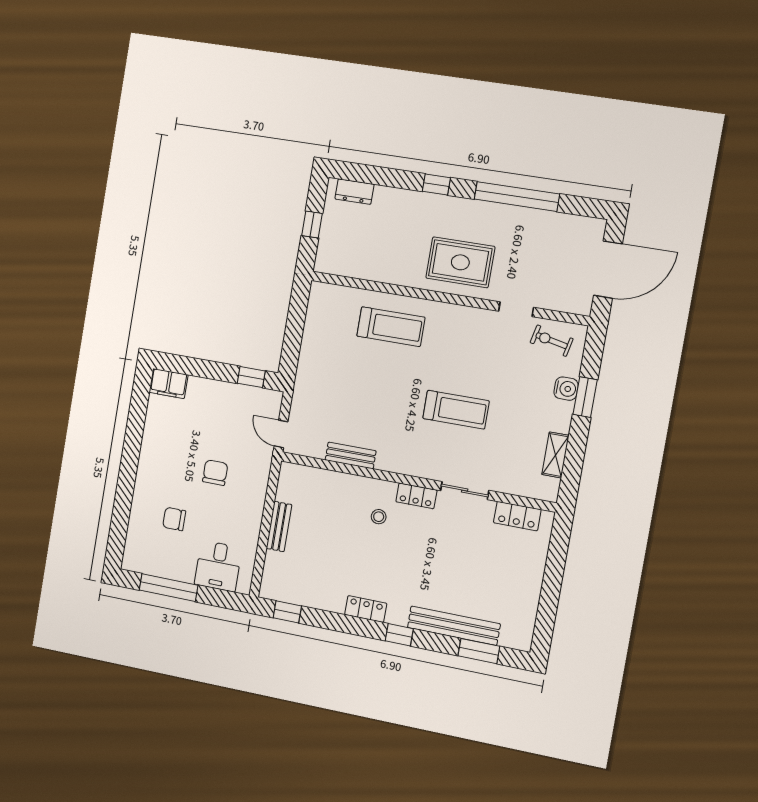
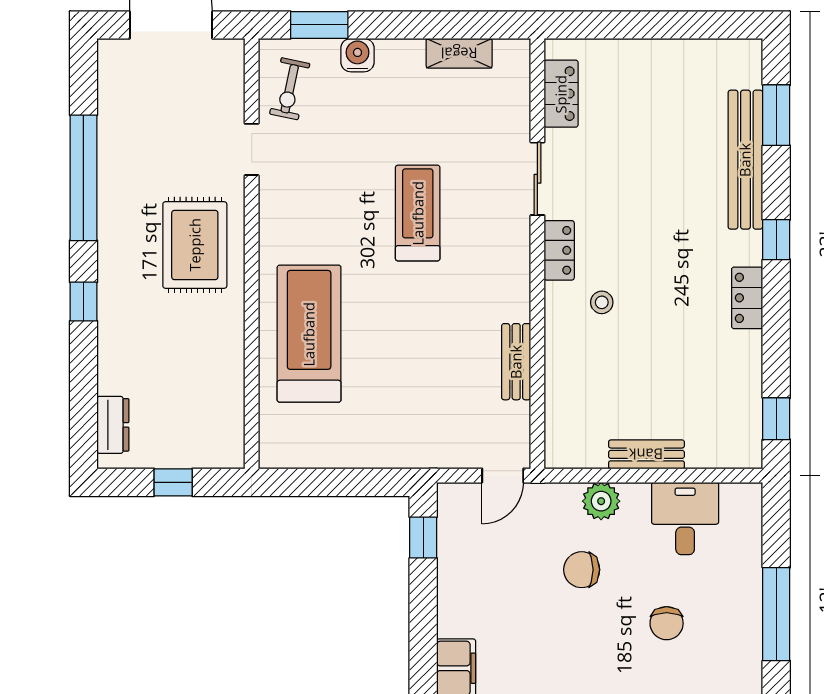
treadmill: (391, 327) -> (309, 334), width x1.37, depth x1.38
window: (585, 397) -> (319, 25), moved
plant: (255, 493) -> (601, 501), added
desk: (218, 566) -> (685, 518), moved, turned -90

